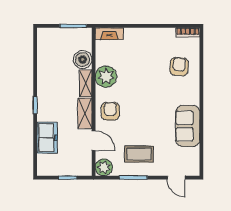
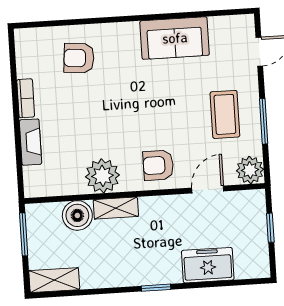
bookcase: (188, 32) -> (26, 98), moved
fireplace: (109, 34) -> (30, 142), moved
shelving: (85, 113) -> (54, 280), moved

